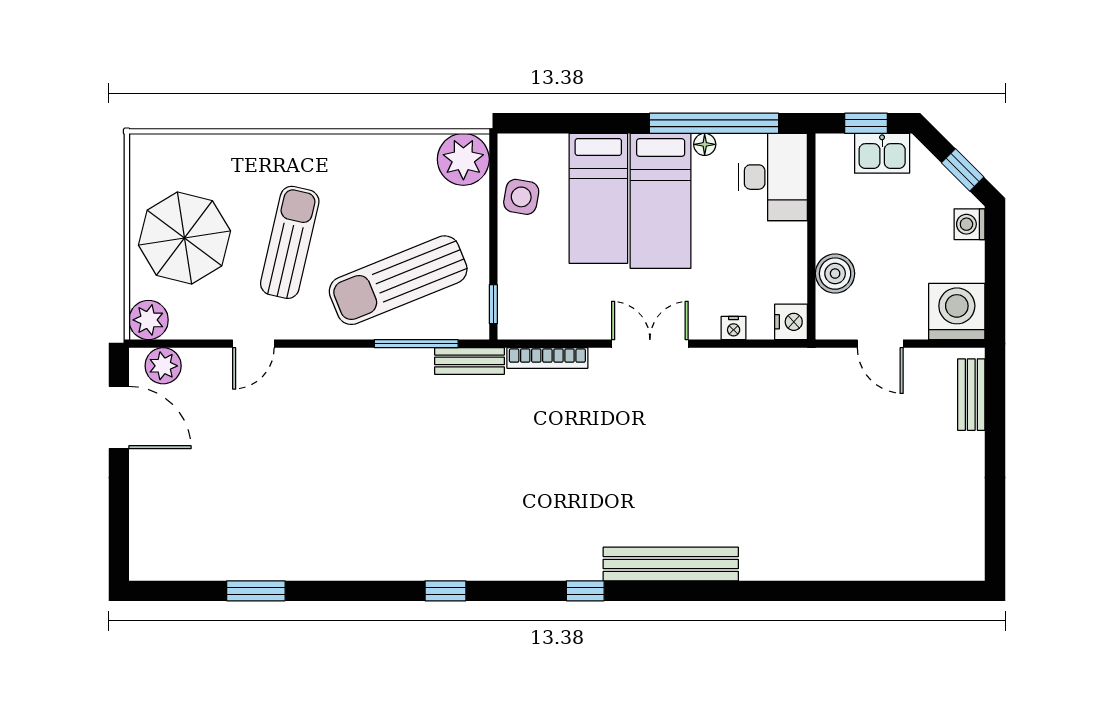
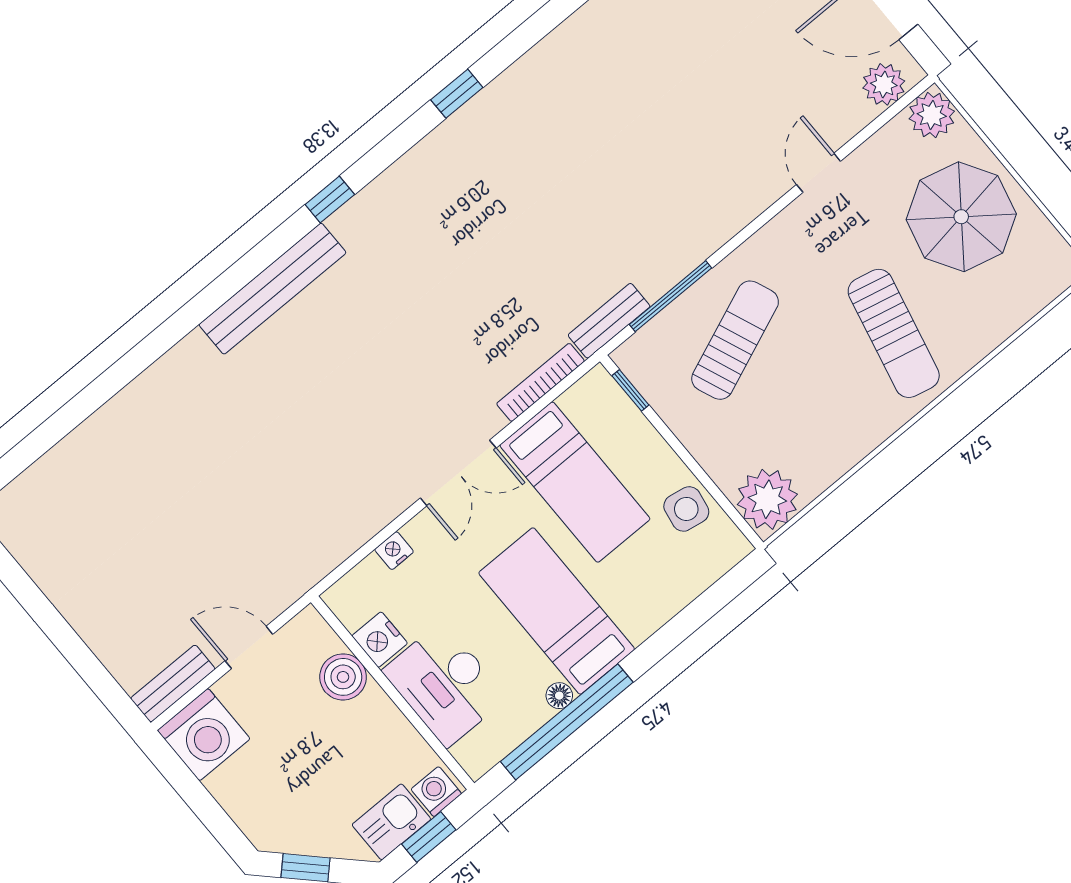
desk: (773, 177) -> (445, 684), moved
bed: (598, 198) -> (575, 482), moved, turned 180
washing machine: (970, 224) -> (436, 791), moved, turned -90
sun lounger: (290, 242) -> (894, 333), moved
sun lounger: (398, 280) -> (735, 340), width x0.73, depth x0.75
nightstand: (791, 322) -> (380, 640), moved
bench: (971, 395) -> (173, 684), moved, turned 90

